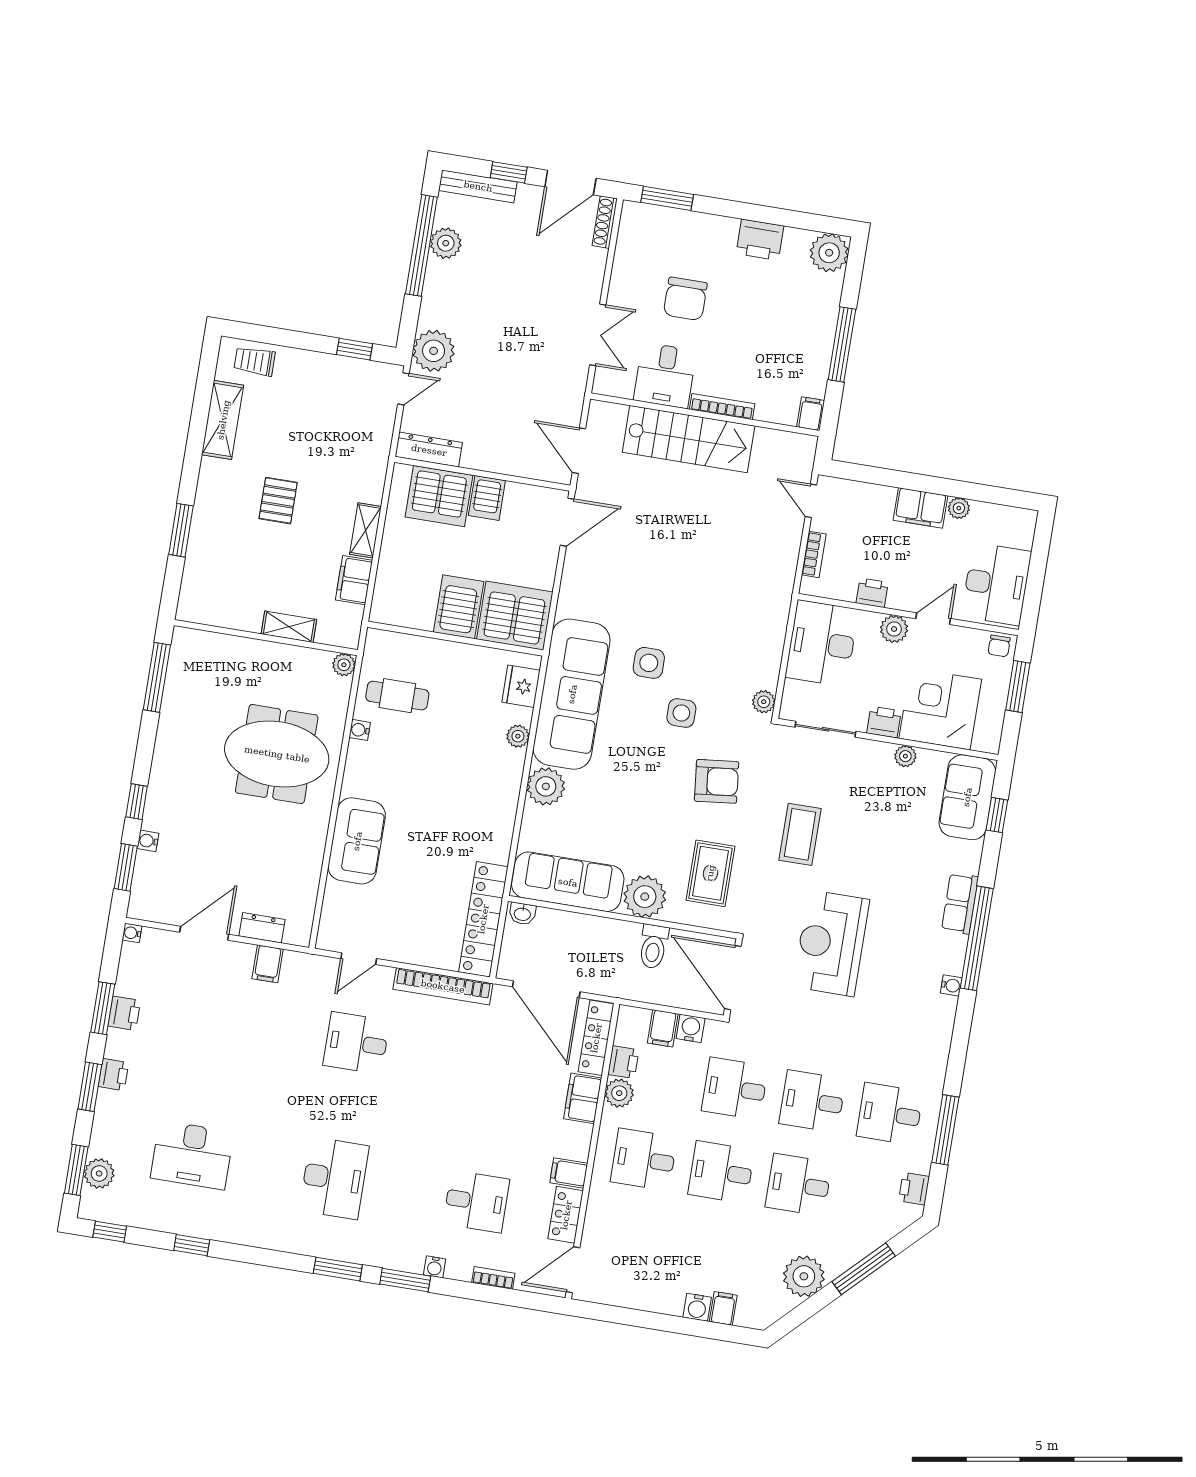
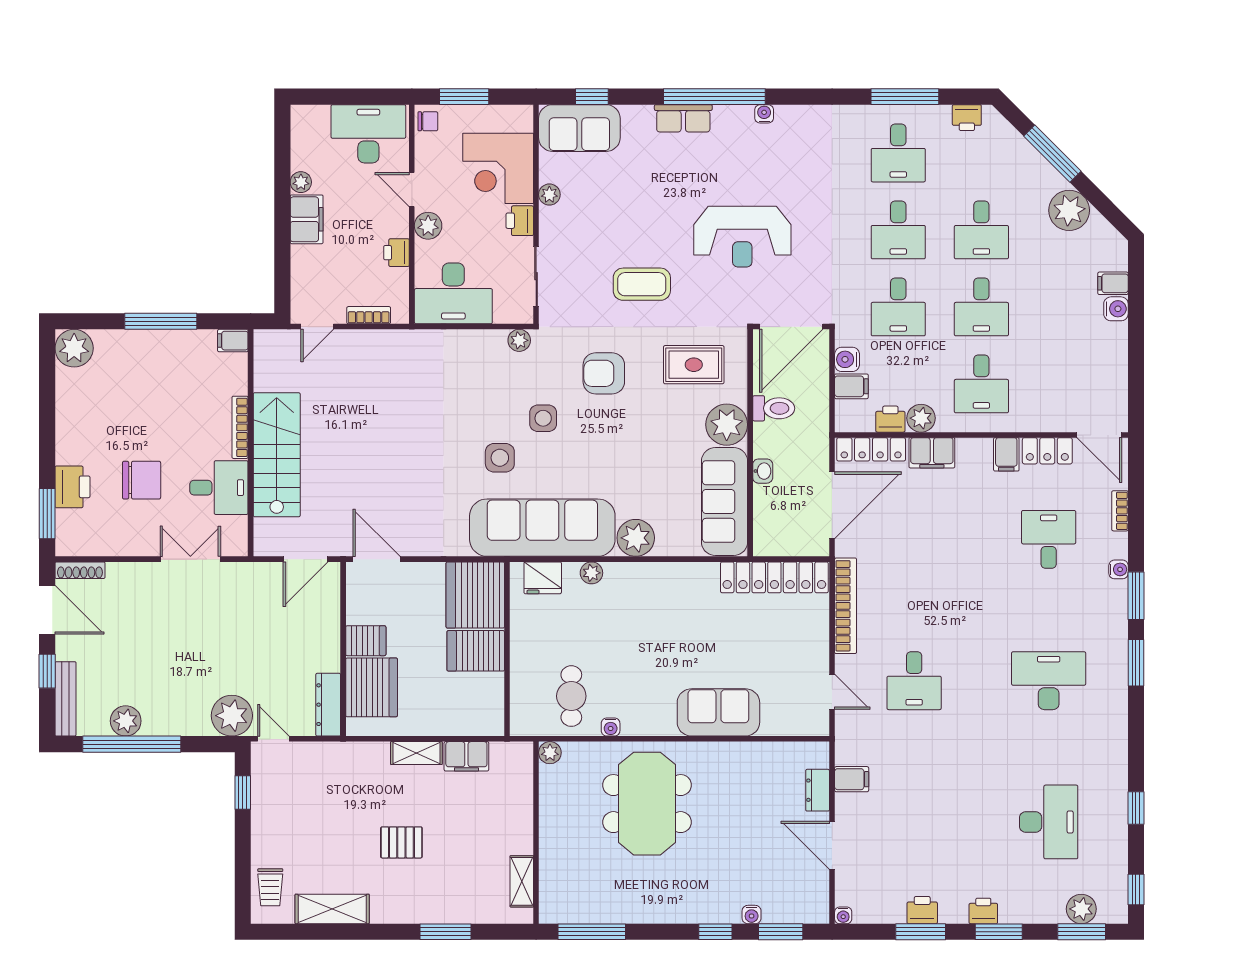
printer: (760, 240) -> (72, 487), moved
shelving: (289, 627) -> (522, 881), moved
armchair: (717, 781) -> (604, 373), turned -84
washbasin: (522, 914) -> (763, 471), moved

